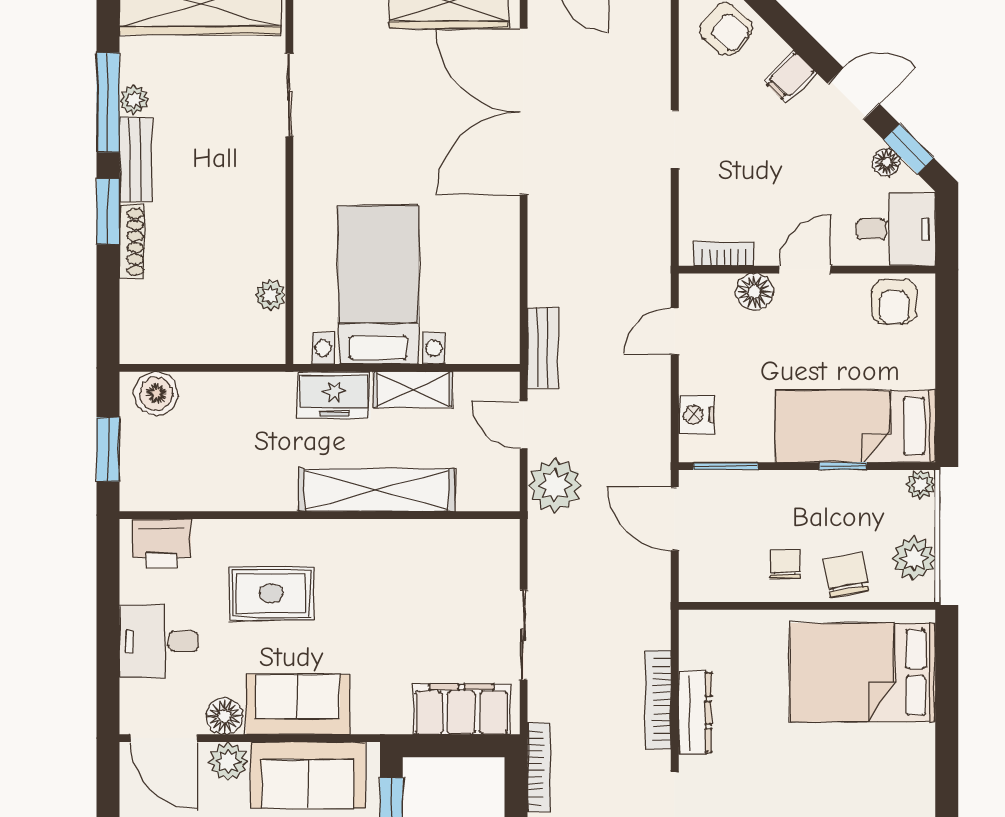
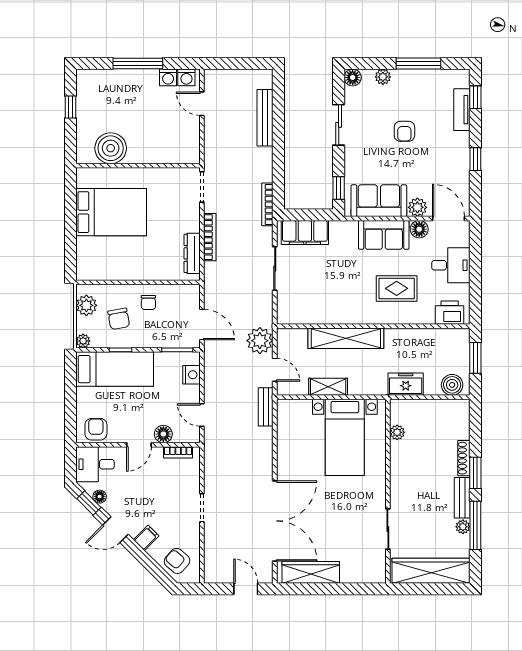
door: (675, 331) -> (202, 415), swing flipped
freezer: (334, 395) -> (406, 384), moved
chair: (846, 575) -> (119, 319), moved
bed: (862, 672) -> (111, 212), moved
dresser: (695, 713) -> (192, 253), moved

